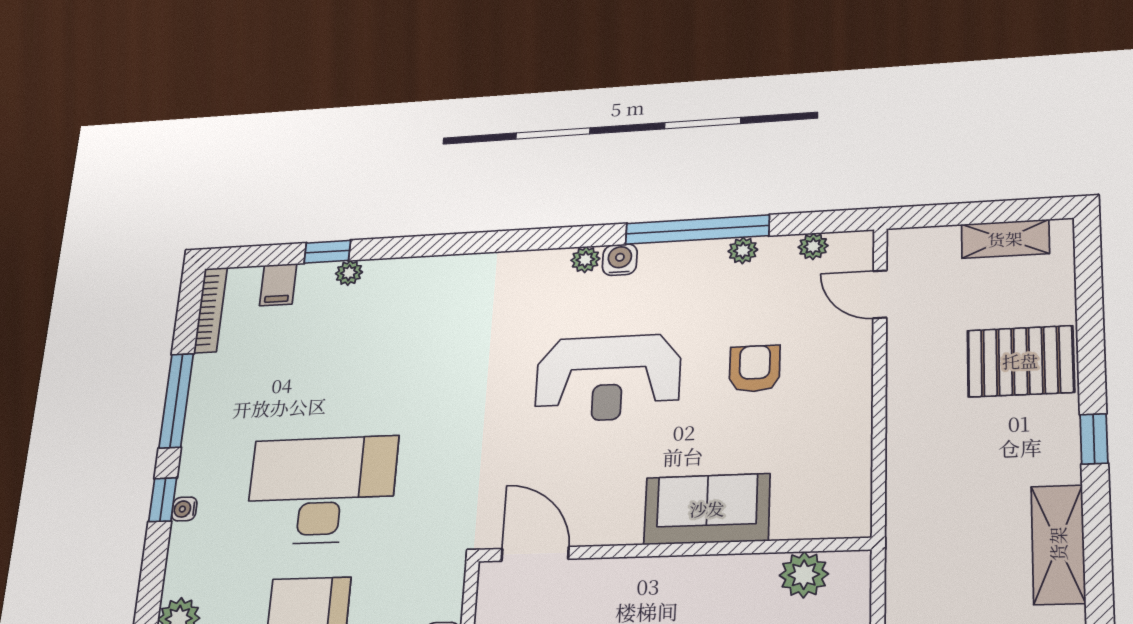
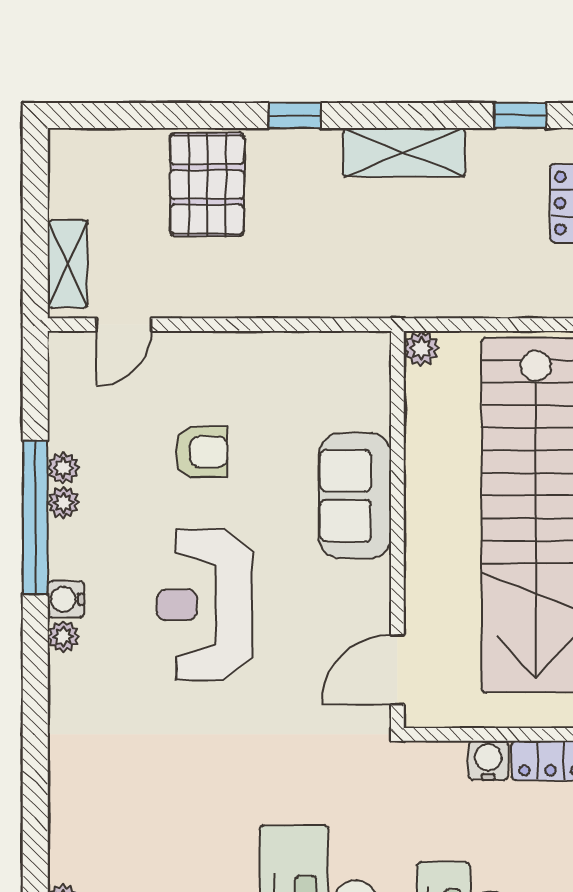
shelving: (1005, 239) -> (67, 264), moved
plant: (813, 246) -> (63, 503), moved
armchair: (755, 369) -> (201, 452), turned 180
reception desk: (608, 378) -> (204, 605), turned 180
plant: (804, 575) -> (421, 348), moved, width x0.73, depth x0.73

